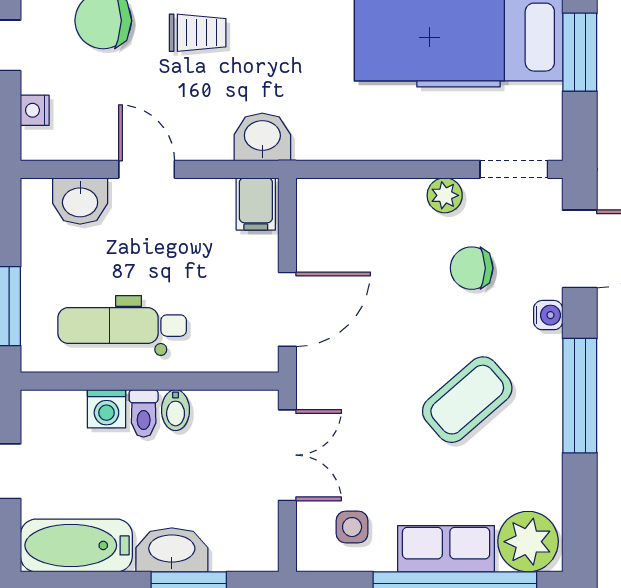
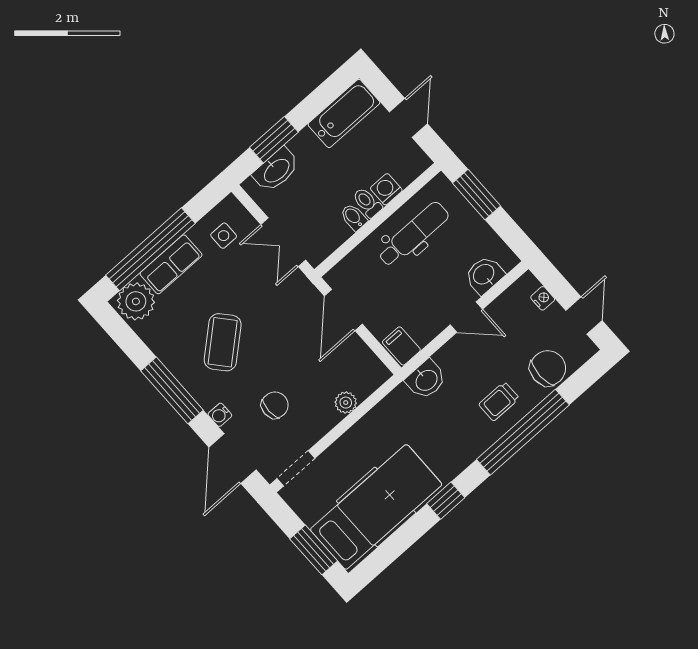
plant: (445, 195) -> (346, 403), moved
washbasin: (172, 550) -> (276, 170), moved

